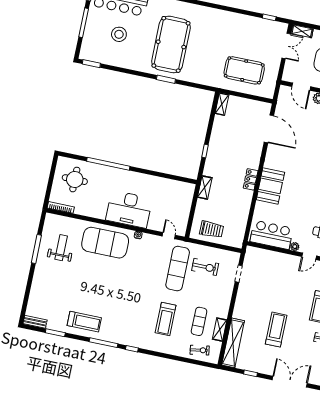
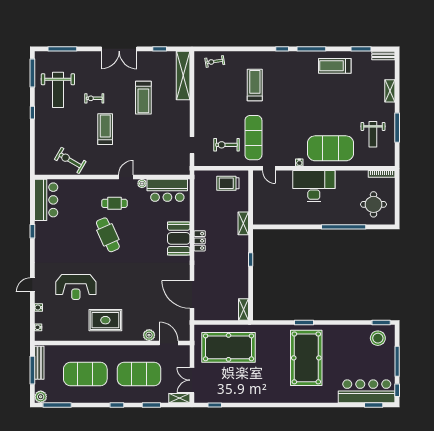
stool: (119, 34) -> (378, 338), moved
pool table: (244, 70) -> (229, 347), width x1.36, depth x1.32
exercise mat: (199, 321) -> (221, 90), removed
shelving: (220, 330) -> (390, 91), moved

